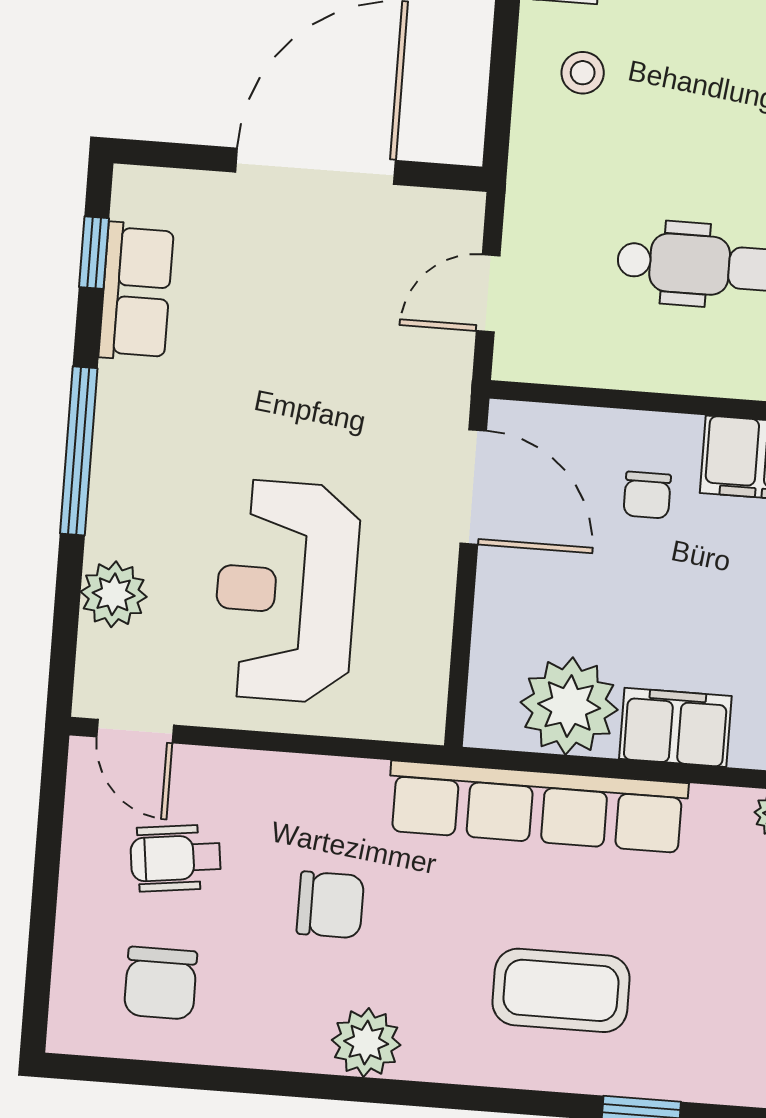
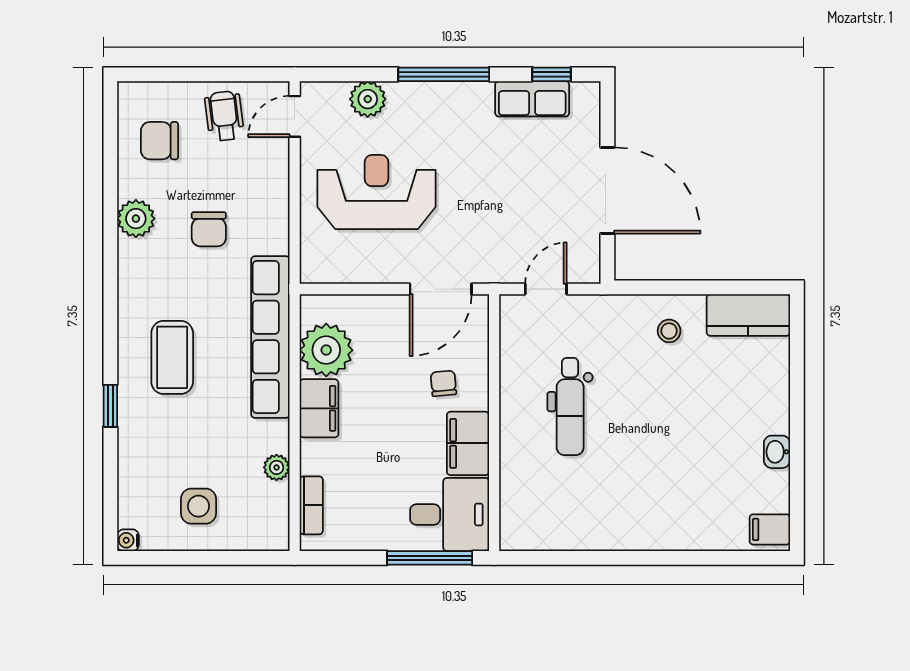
door: (488, 293) -> (546, 289), hinge flipped
chair: (647, 495) -> (443, 383), turned 85
wheelchair: (176, 858) -> (224, 116), moved
plant: (366, 1042) -> (136, 219), moved

